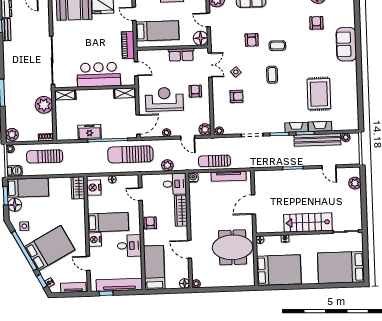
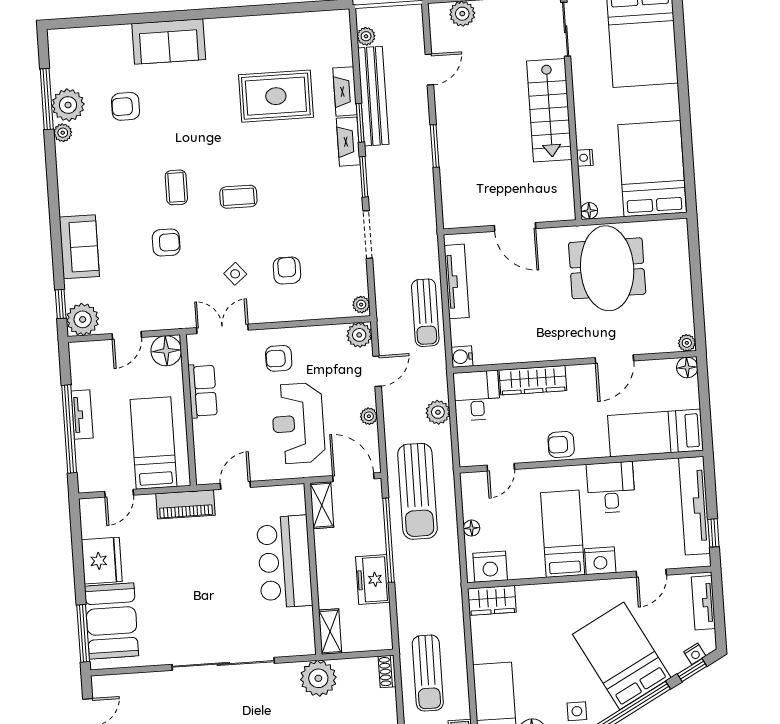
bar counter: (99, 75) -> (284, 562), moved
wall: (95, 88) -> (313, 569), moved
shelving: (125, 93) -> (322, 505), moved
shelving: (65, 95) -> (330, 632), moved

